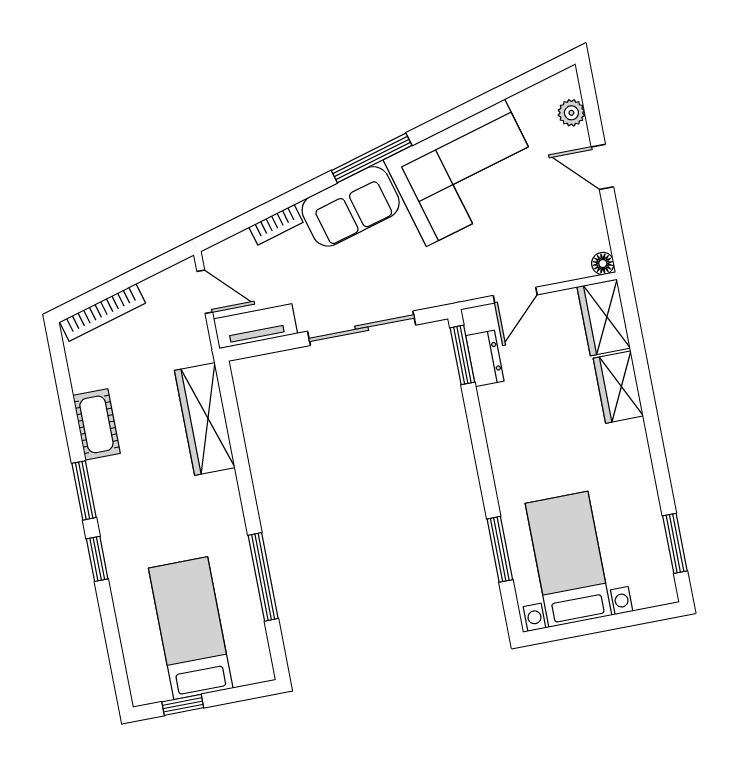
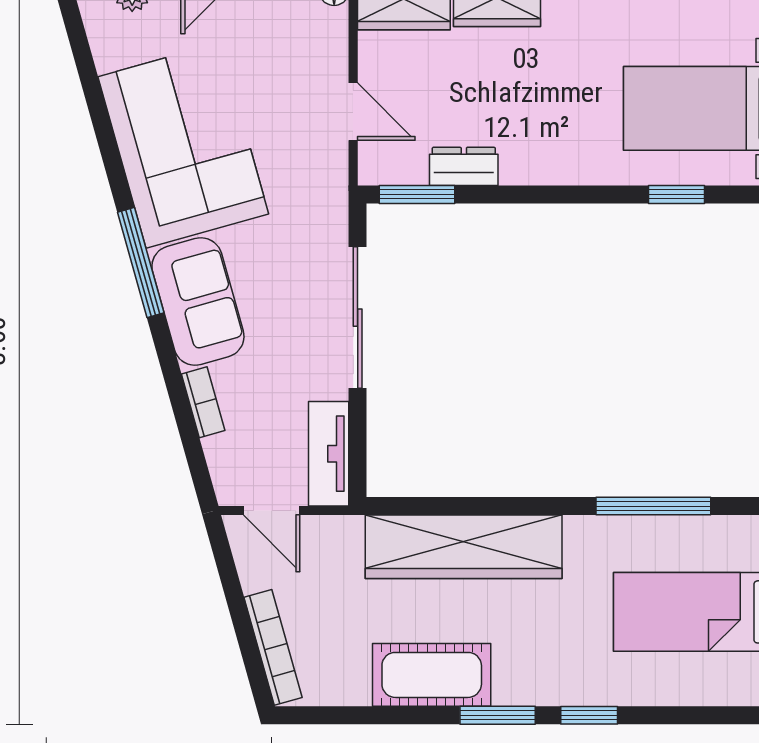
door: (205, 292) -> (272, 510), swing flipped
dresser: (485, 358) -> (464, 166), moved
wardrobe: (205, 419) -> (464, 547), width x1.40, depth x1.17
cot: (96, 424) -> (432, 675), width x1.37, depth x1.34
window: (500, 549) -> (677, 194), width x0.67

